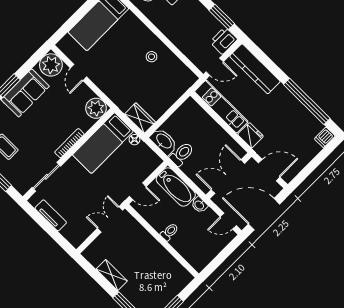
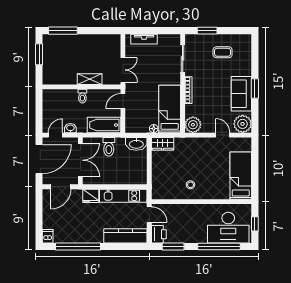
door: (215, 67) -> (149, 214), swing flipped
toilet: (182, 154) -> (109, 147), moved
washbasin: (199, 205) -> (70, 128), moved
tv unit: (51, 215) -> (144, 39), moved
shelving: (112, 275) -> (90, 79), moved

